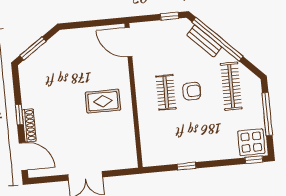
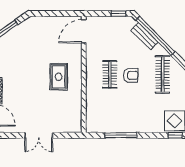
door: (129, 42) -> (84, 31), hinge flipped
rug: (103, 101) -> (59, 77), turned 90
window: (187, 166) -> (121, 135), width x2.17

